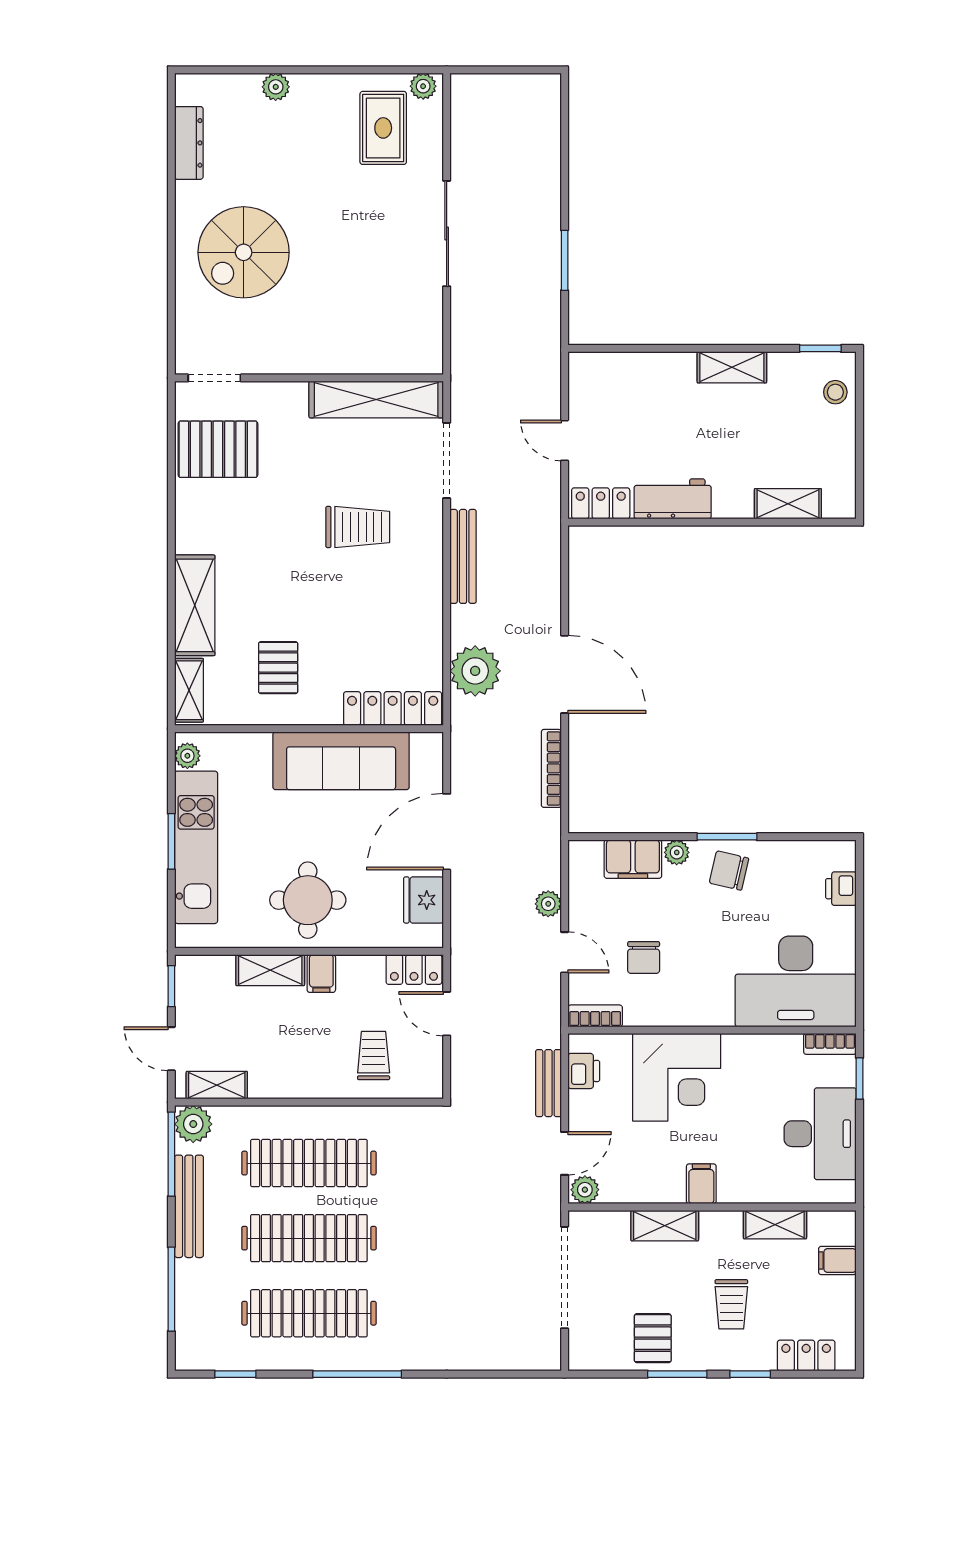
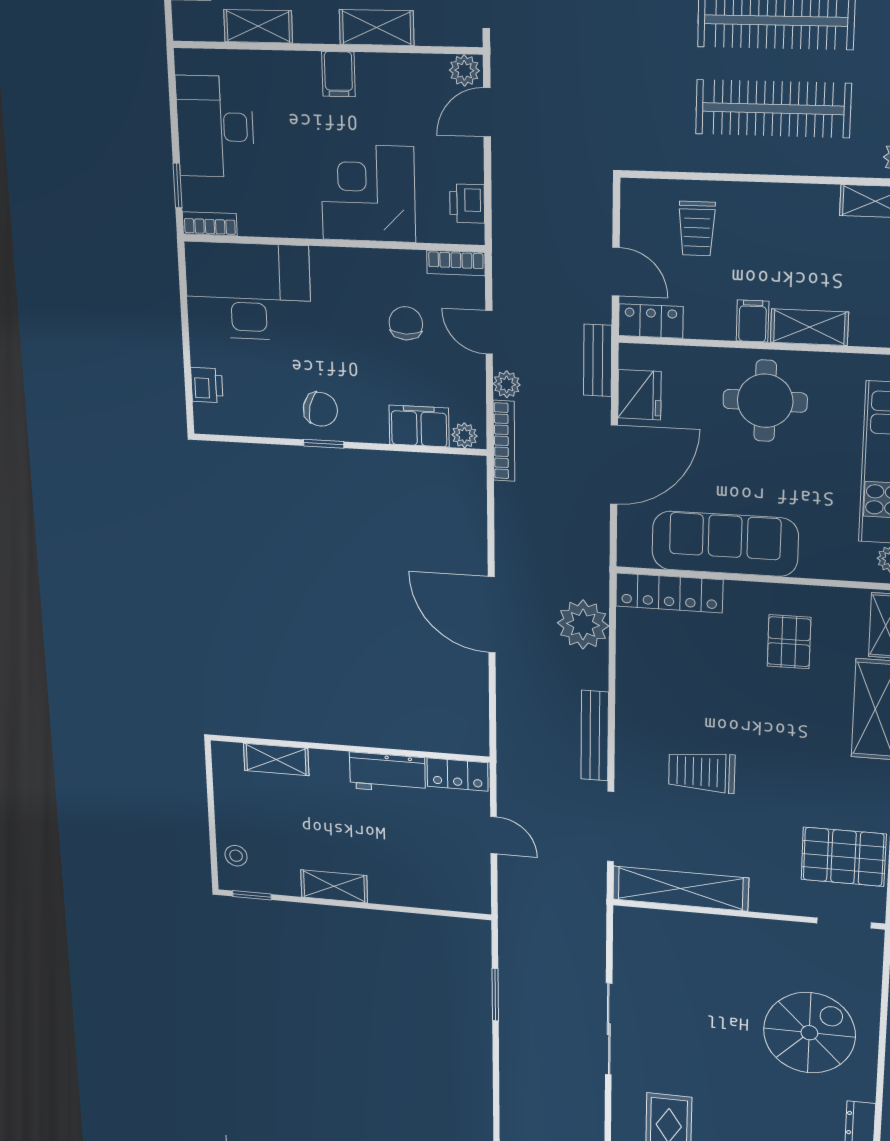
bookcase: (551, 768) -> (504, 441), moved
window: (727, 837) -> (324, 444), width x0.67
plant: (677, 852) -> (464, 435), moved
bench: (548, 1083) -> (598, 360), moved

